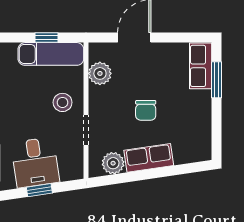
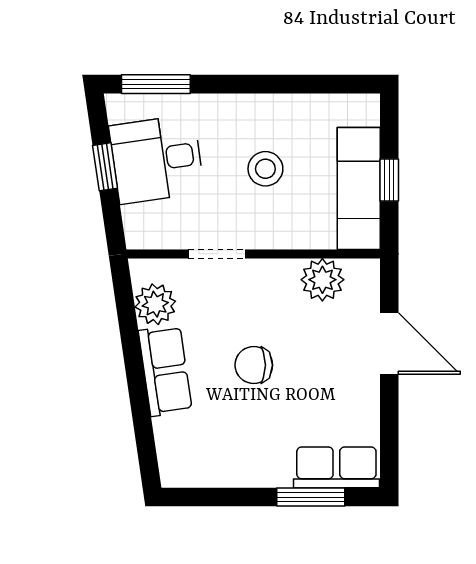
stool: (63, 102) -> (265, 169), moved

